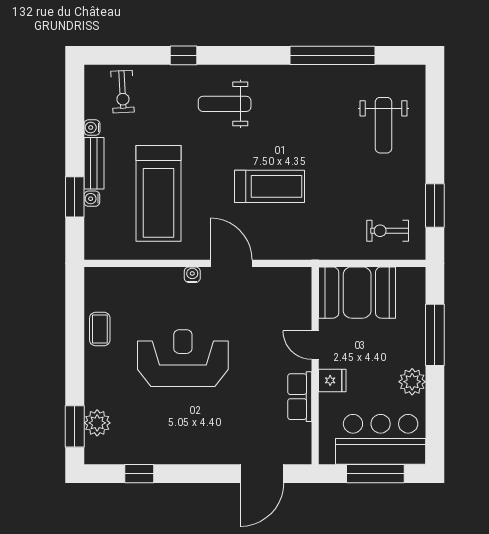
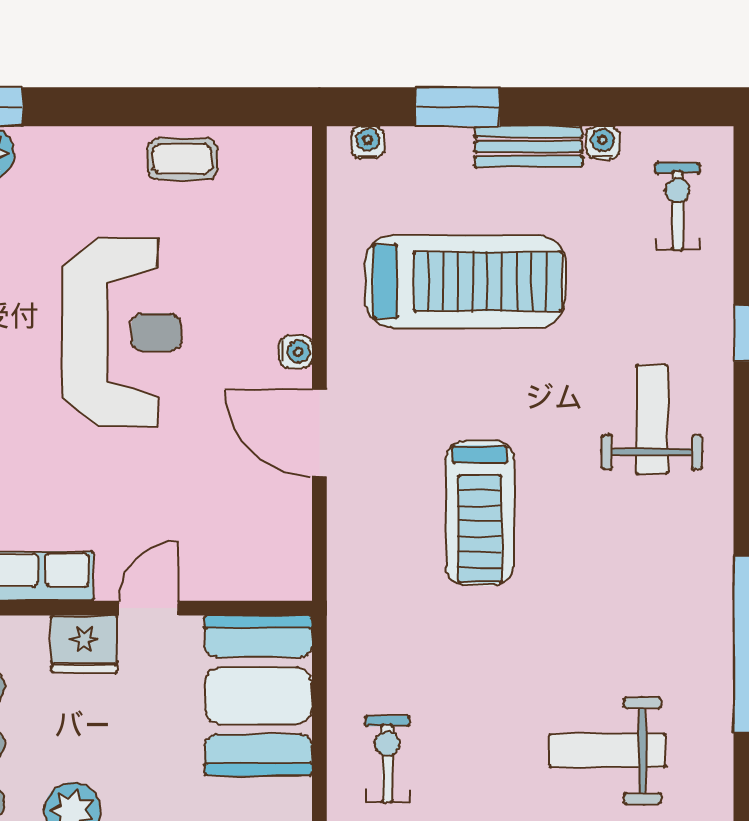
exercise bike: (123, 92) -> (677, 206), turned 93
treadmill: (159, 193) -> (465, 281), turned 180
water cooler: (92, 199) -> (368, 142), moved
door: (231, 263) -> (319, 433), swing flipped
fridge: (332, 380) -> (84, 644), width x1.38

